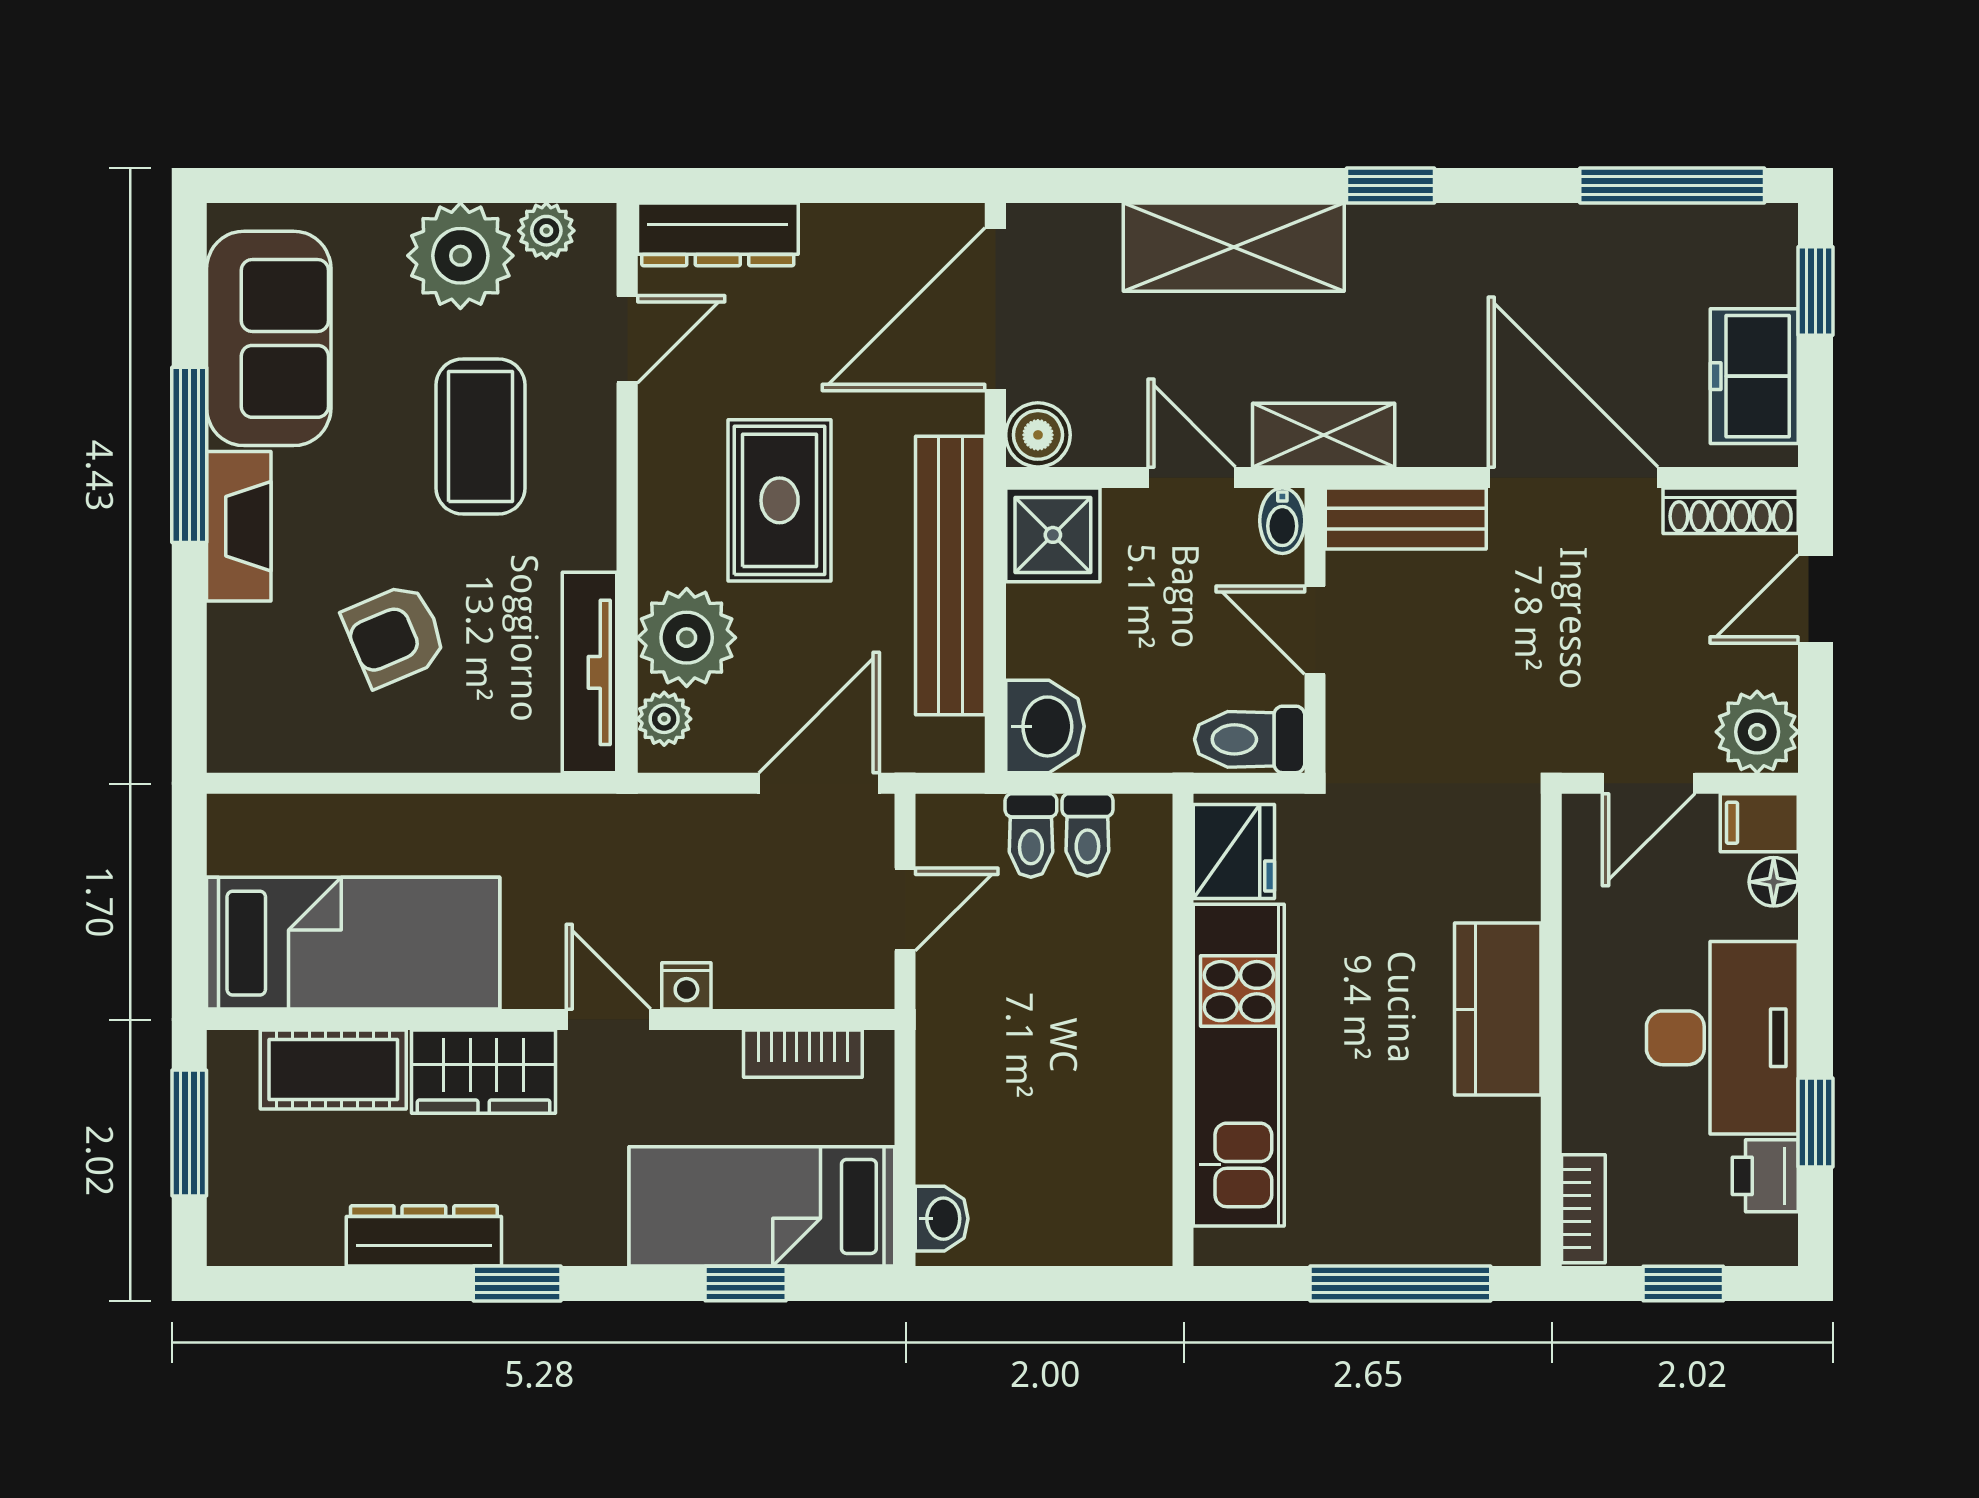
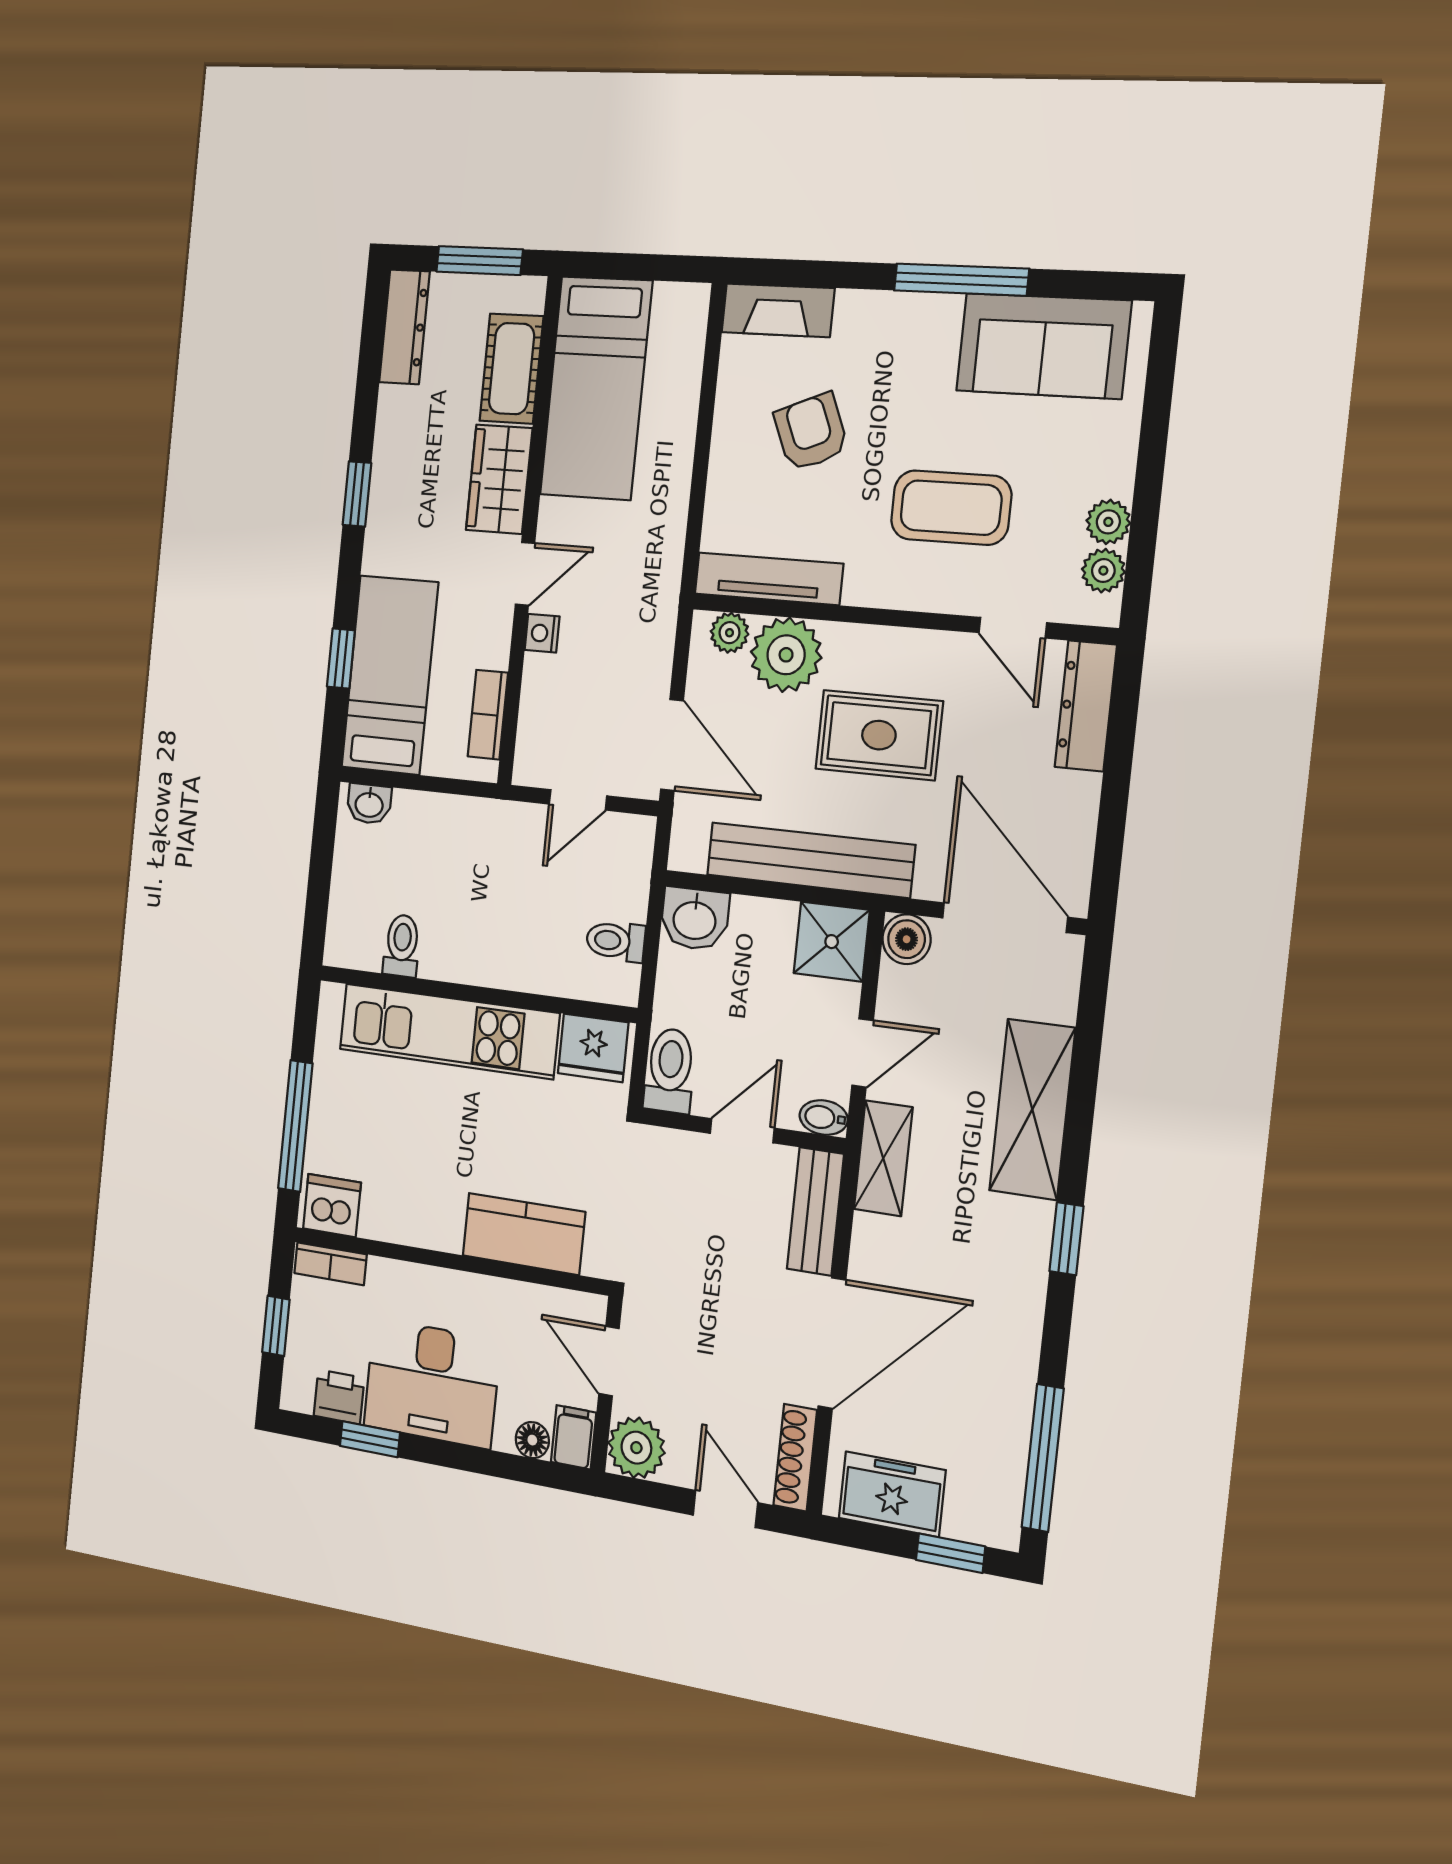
plant: (460, 256) -> (1108, 522), width x0.53, depth x0.53
fireplace: (239, 526) -> (778, 310), moved
toilet: (1031, 835) -> (402, 946), moved, turned 90
door: (905, 909) -> (578, 800), hinge flipped
kitchen counter: (1498, 1009) -> (524, 1234), moved
dishwasher: (1503, 1215) -> (332, 1206), added
dresser: (424, 1236) -> (405, 327), moved

